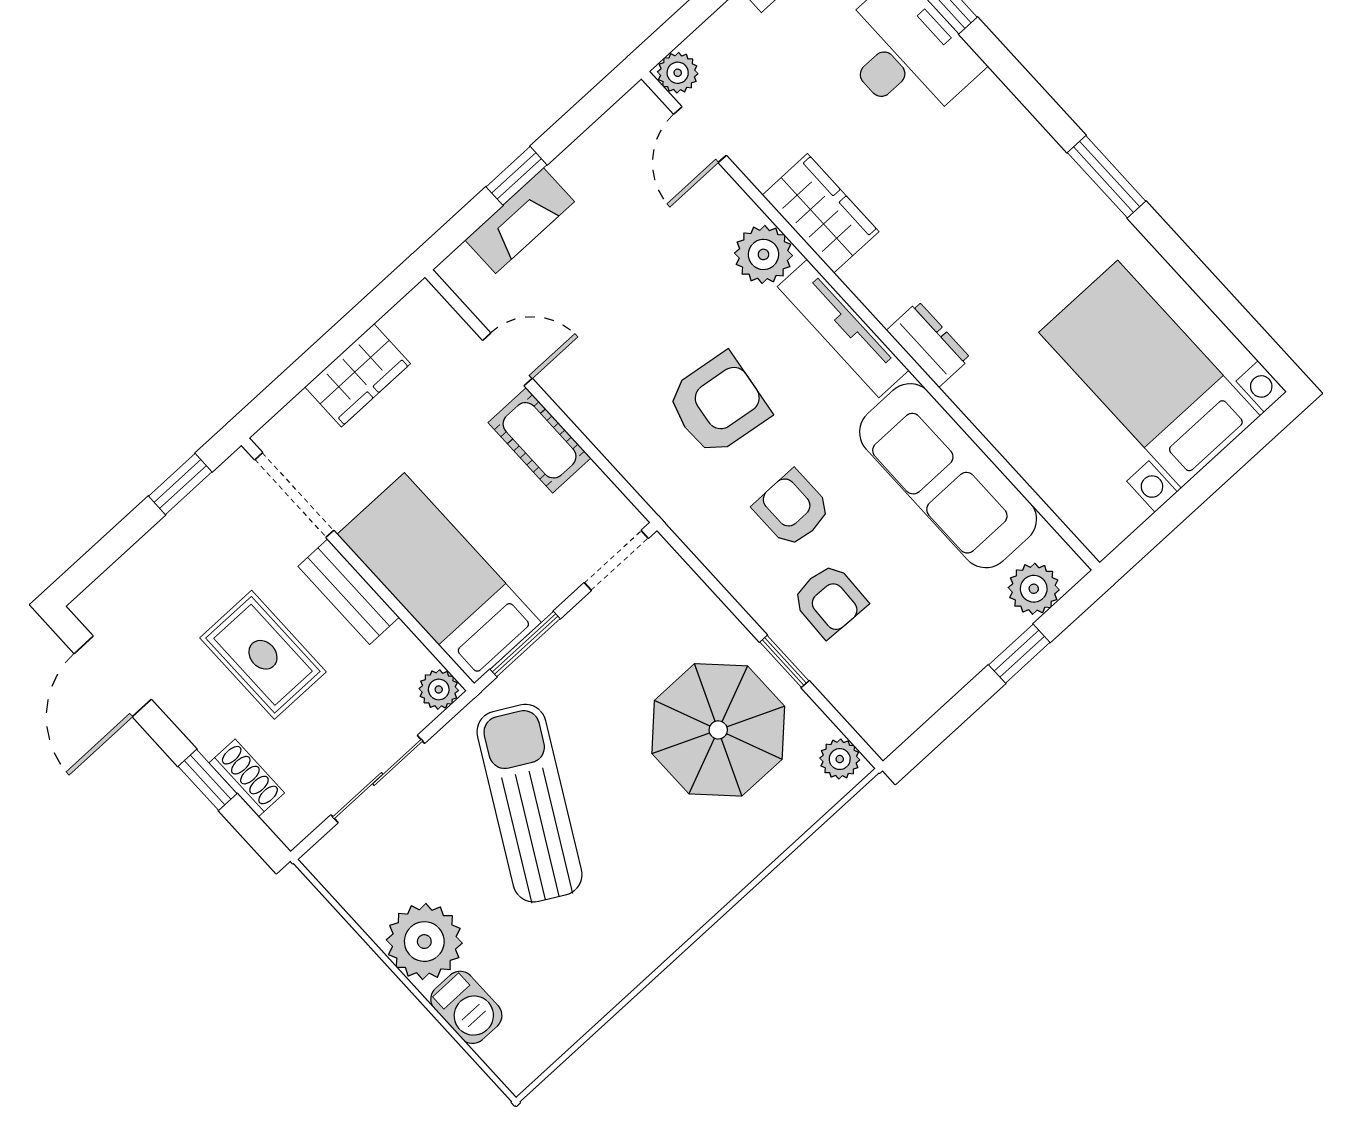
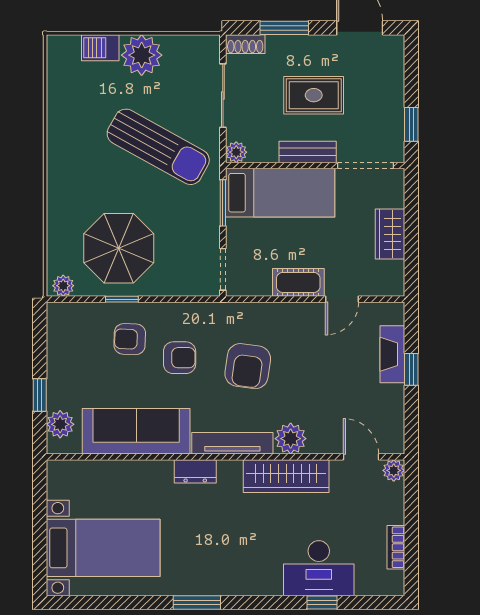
wardrobe: (821, 213) -> (286, 476), width x1.50
shoe rack: (247, 778) -> (245, 44), moved
window: (208, 780) -> (284, 28), width x1.50

